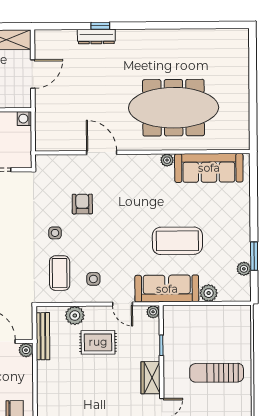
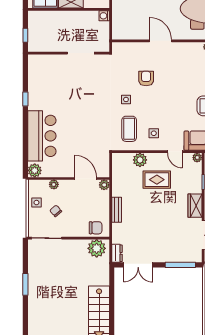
bench: (43, 336) -> (117, 210), moved, width x0.73

